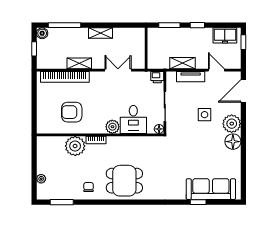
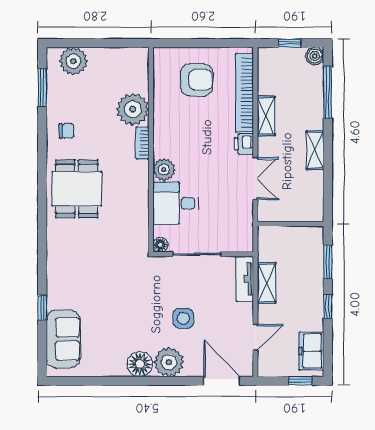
printer: (157, 77) -> (244, 144), moved
tv unit: (191, 77) -> (245, 279), moved
armchair: (72, 112) -> (197, 80), moved, turned 91
plant: (41, 179) -> (73, 61), width x1.87, depth x1.87
sofa: (211, 189) -> (63, 339), width x0.73

